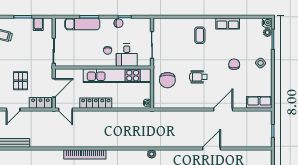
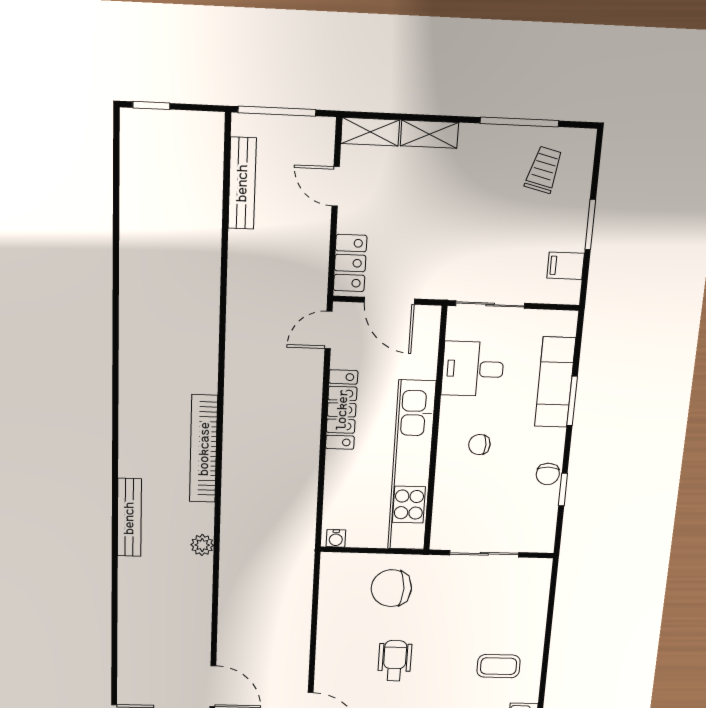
desk: (127, 55) -> (473, 369), moved
pallet: (21, 81) -> (415, 210), removed
bookcase: (85, 154) -> (204, 449), moved

